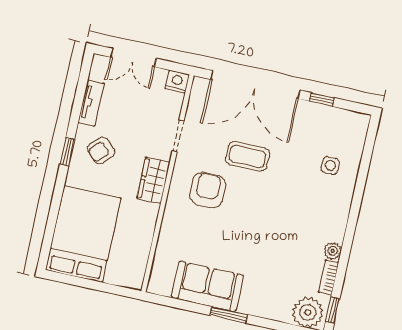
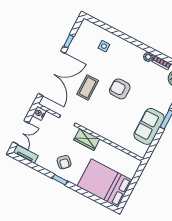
tv unit: (91, 103) -> (26, 154), moved
armchair: (208, 190) -> (120, 89), moved

